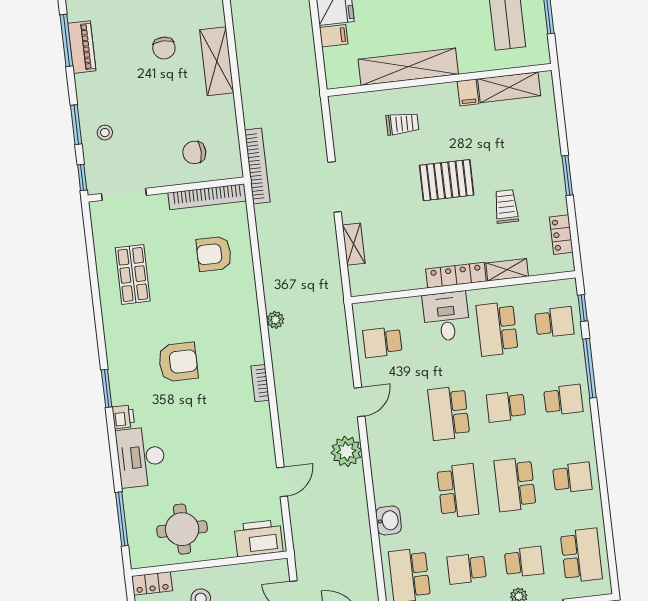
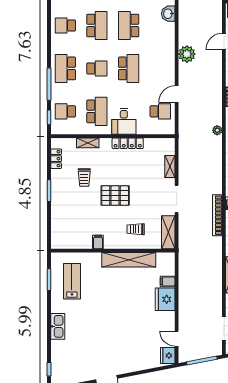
shelving: (509, 87) -> (168, 232), moved, turned 90
locker: (456, 275) -> (128, 143), moved
school desk: (563, 400) -> (65, 68), width x1.85
door: (359, 402) -> (177, 94), moved

